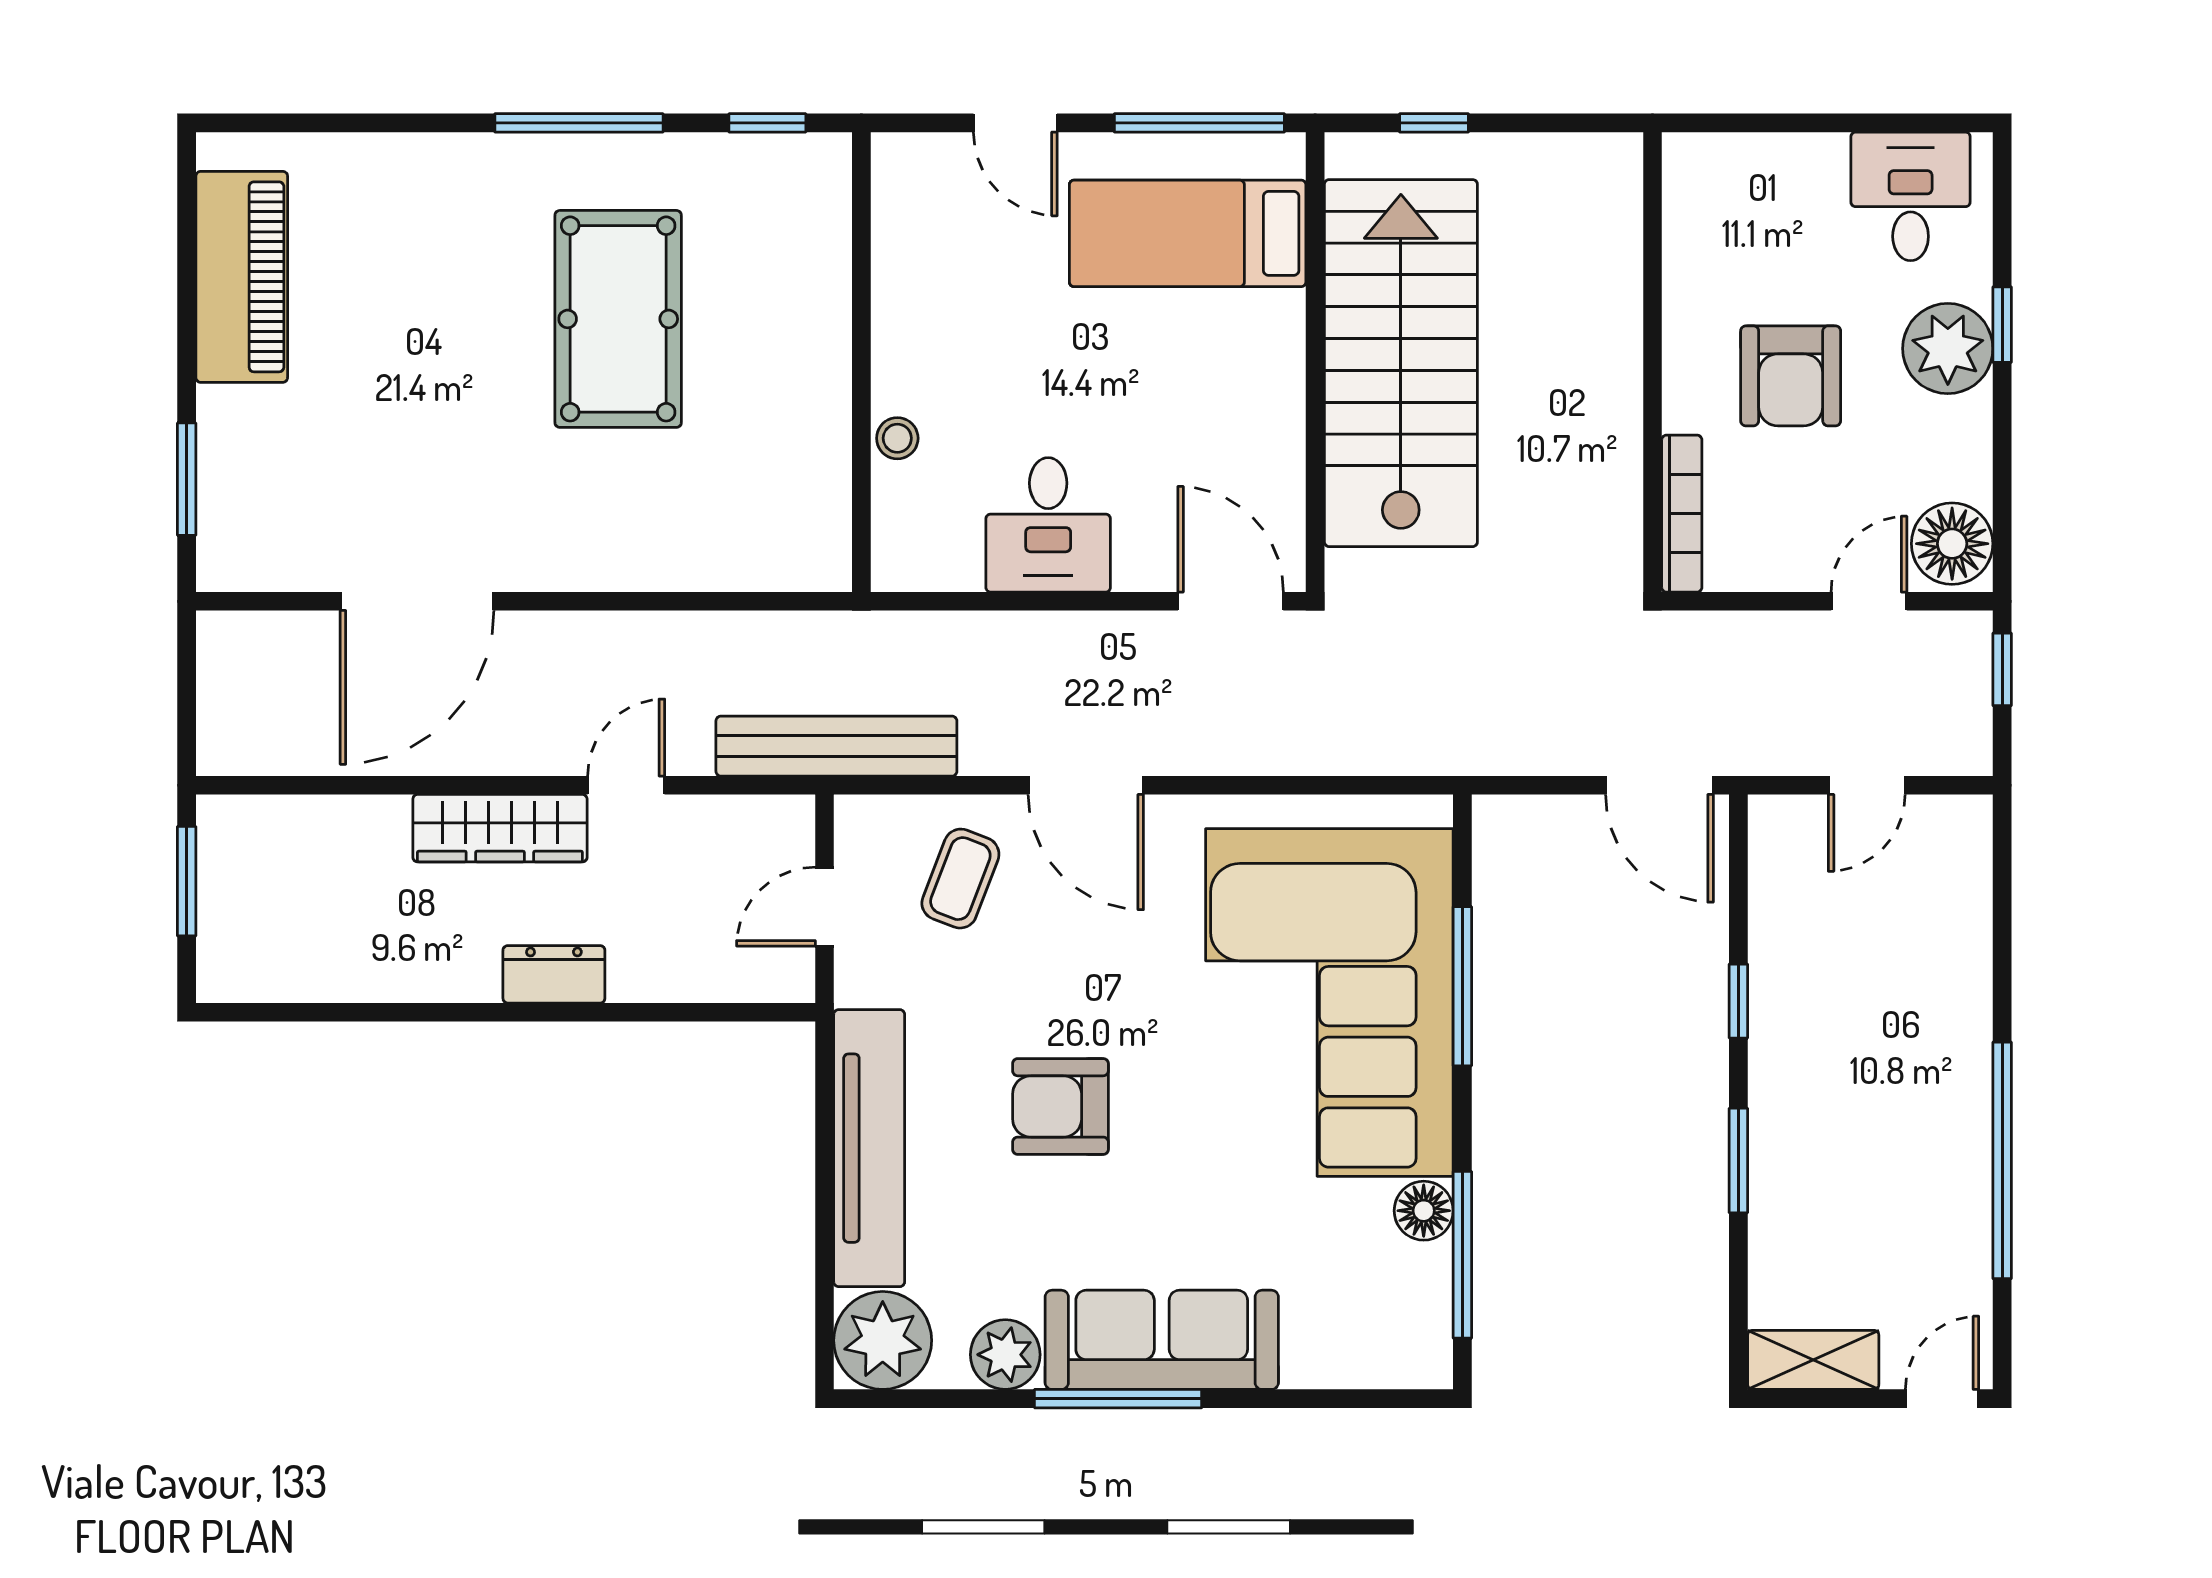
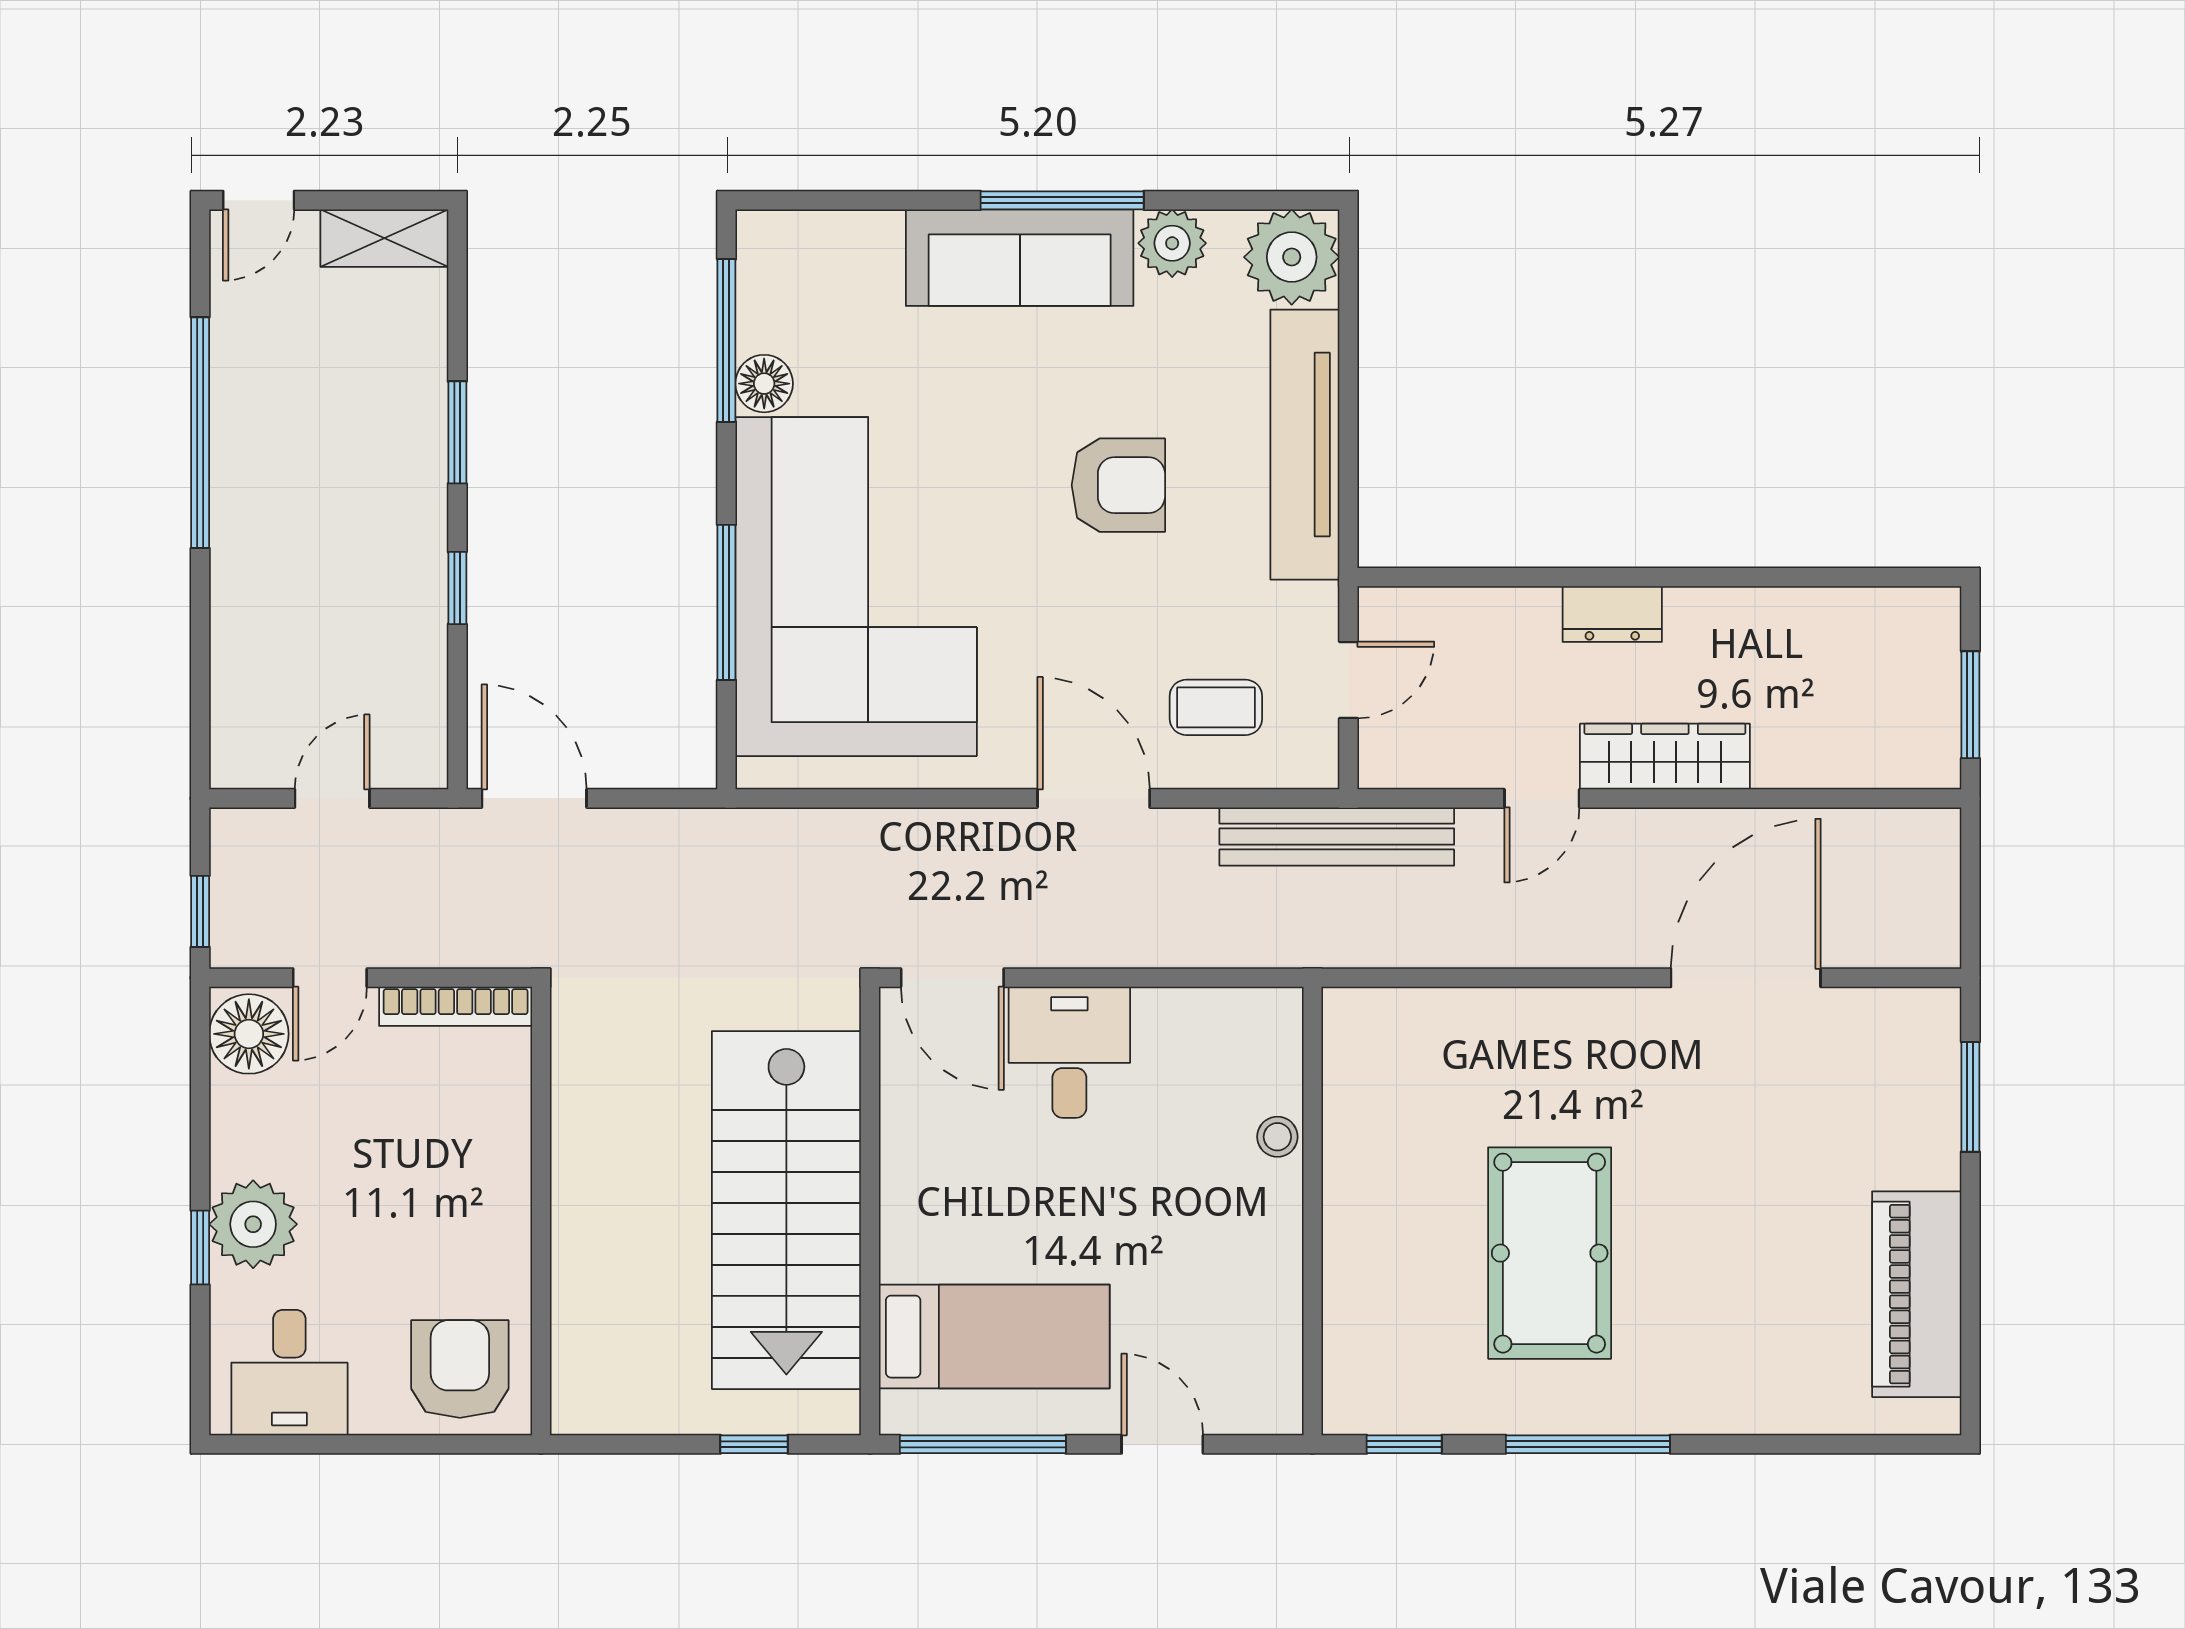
armchair: (1791, 376) -> (460, 1369), moved
bookcase: (1682, 514) -> (456, 1006), moved, turned -90
desk: (1048, 525) -> (1069, 1052), moved
coffee table: (960, 879) -> (1216, 707), turned 69

